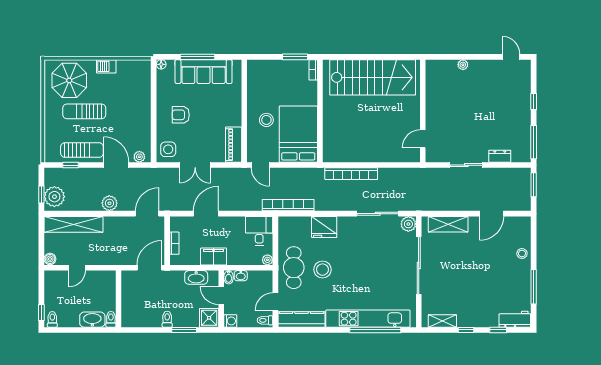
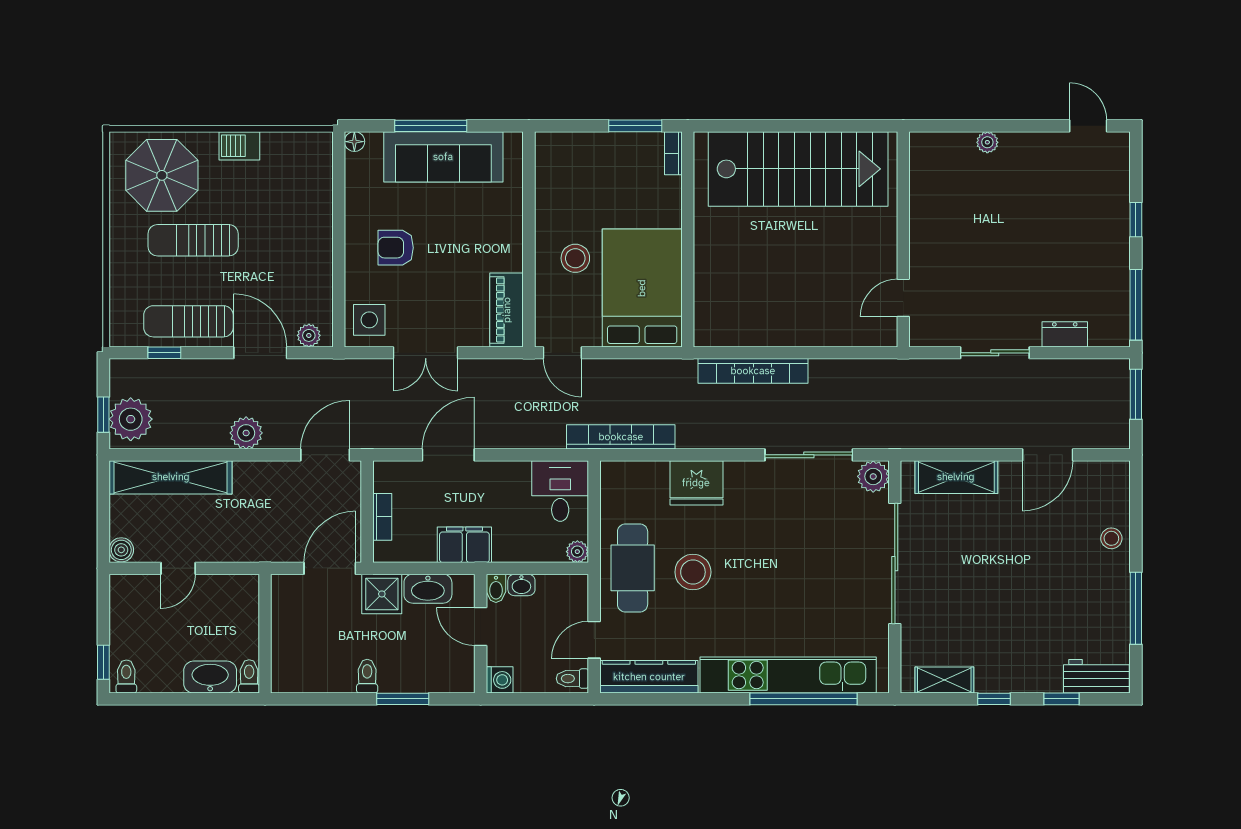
sun lounger: (82, 150) -> (188, 321), turned 180
shower: (209, 318) -> (382, 594), moved

